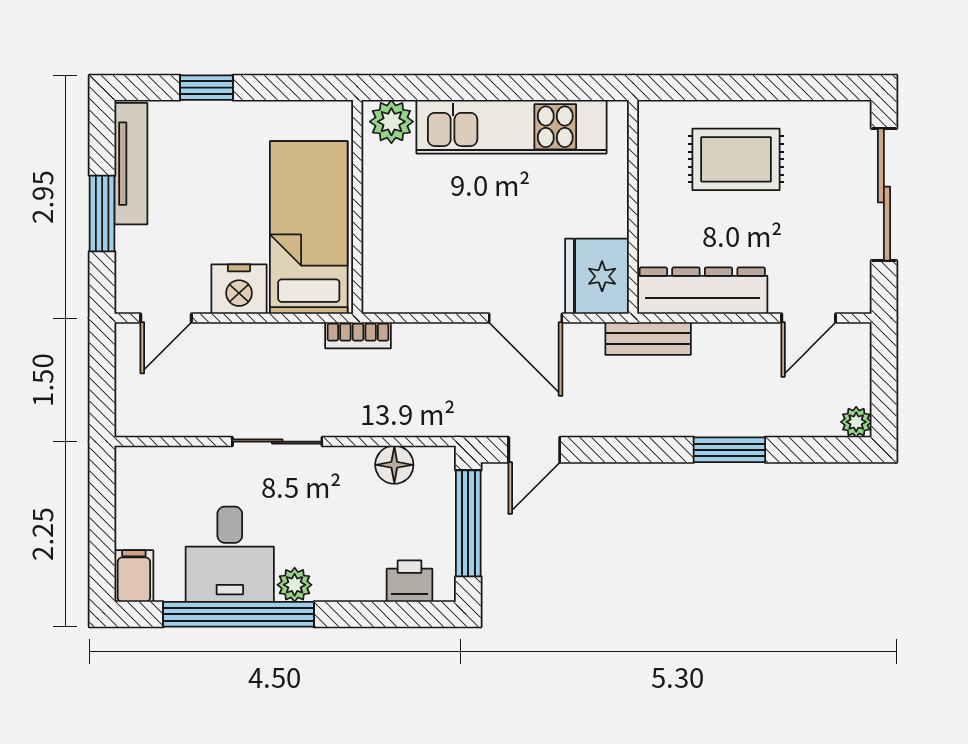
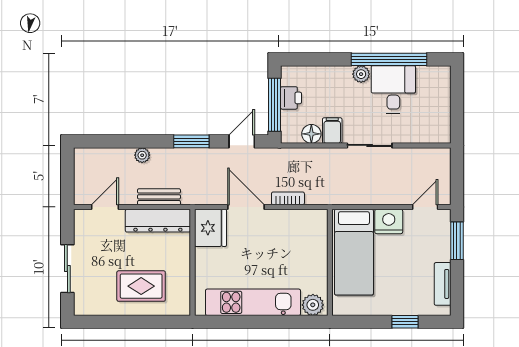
tv unit: (131, 164) -> (443, 284), width x0.71
sliding door: (884, 194) -> (67, 269), width x0.73
window: (102, 214) -> (457, 241), moved
bookcase: (358, 335) -> (288, 198), moved
bench: (648, 338) -> (159, 197), moved
plant: (856, 422) -> (142, 155), moved
window: (729, 450) -> (191, 141), moved
filing cabinet: (134, 576) -> (332, 131), moved, turned 180
printer: (410, 581) -> (291, 98), moved, turned -90

